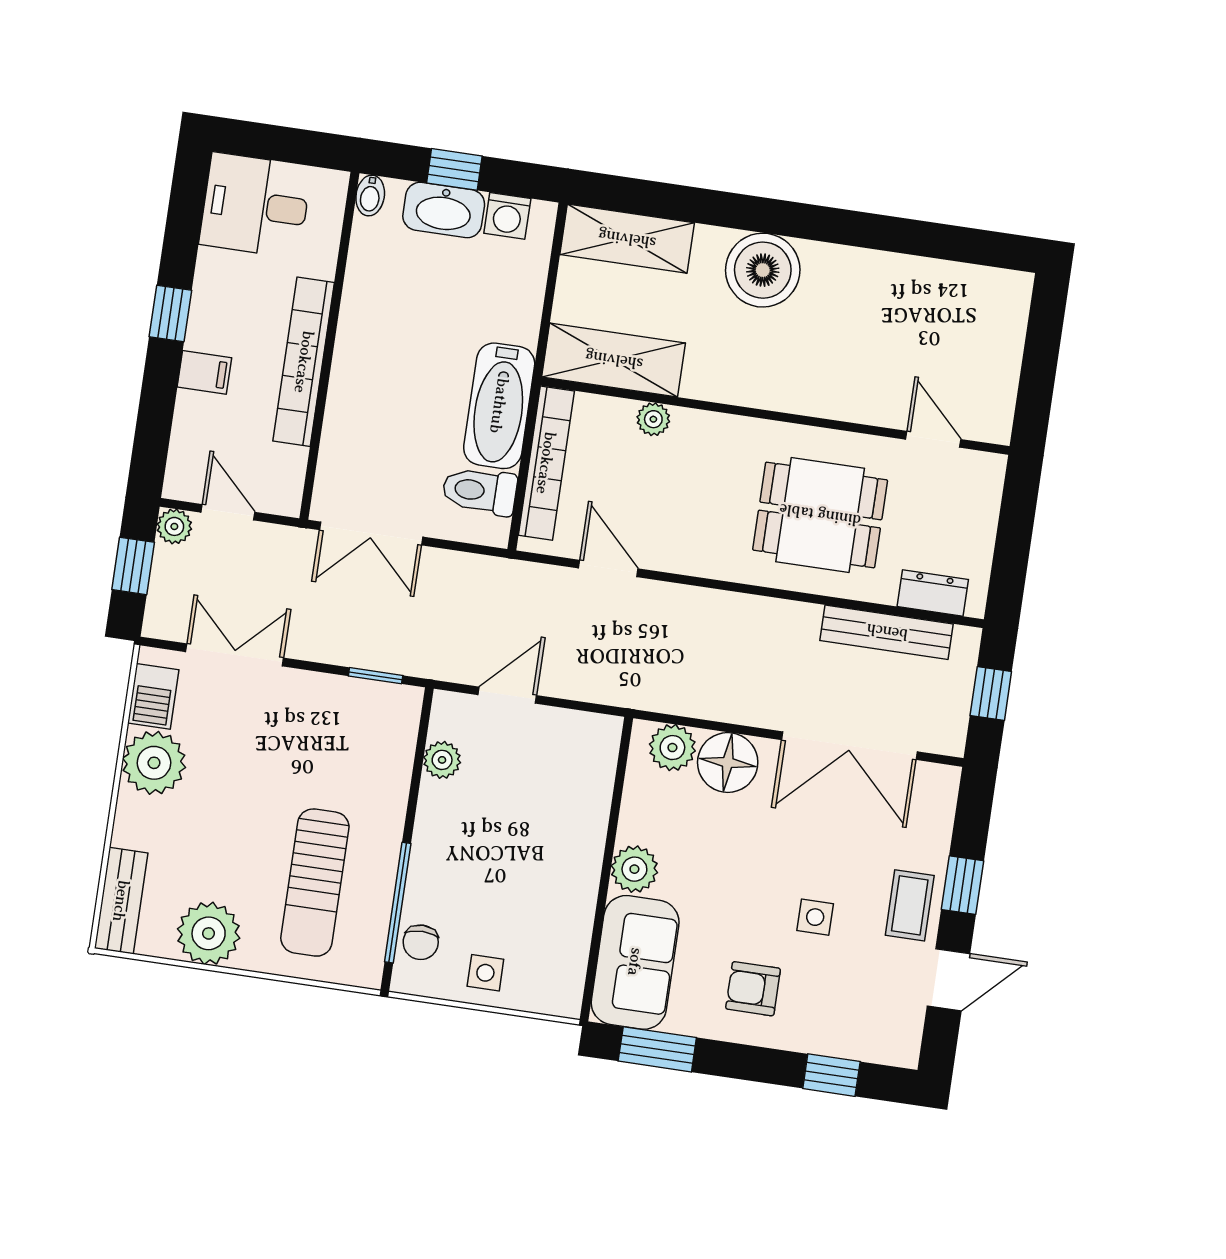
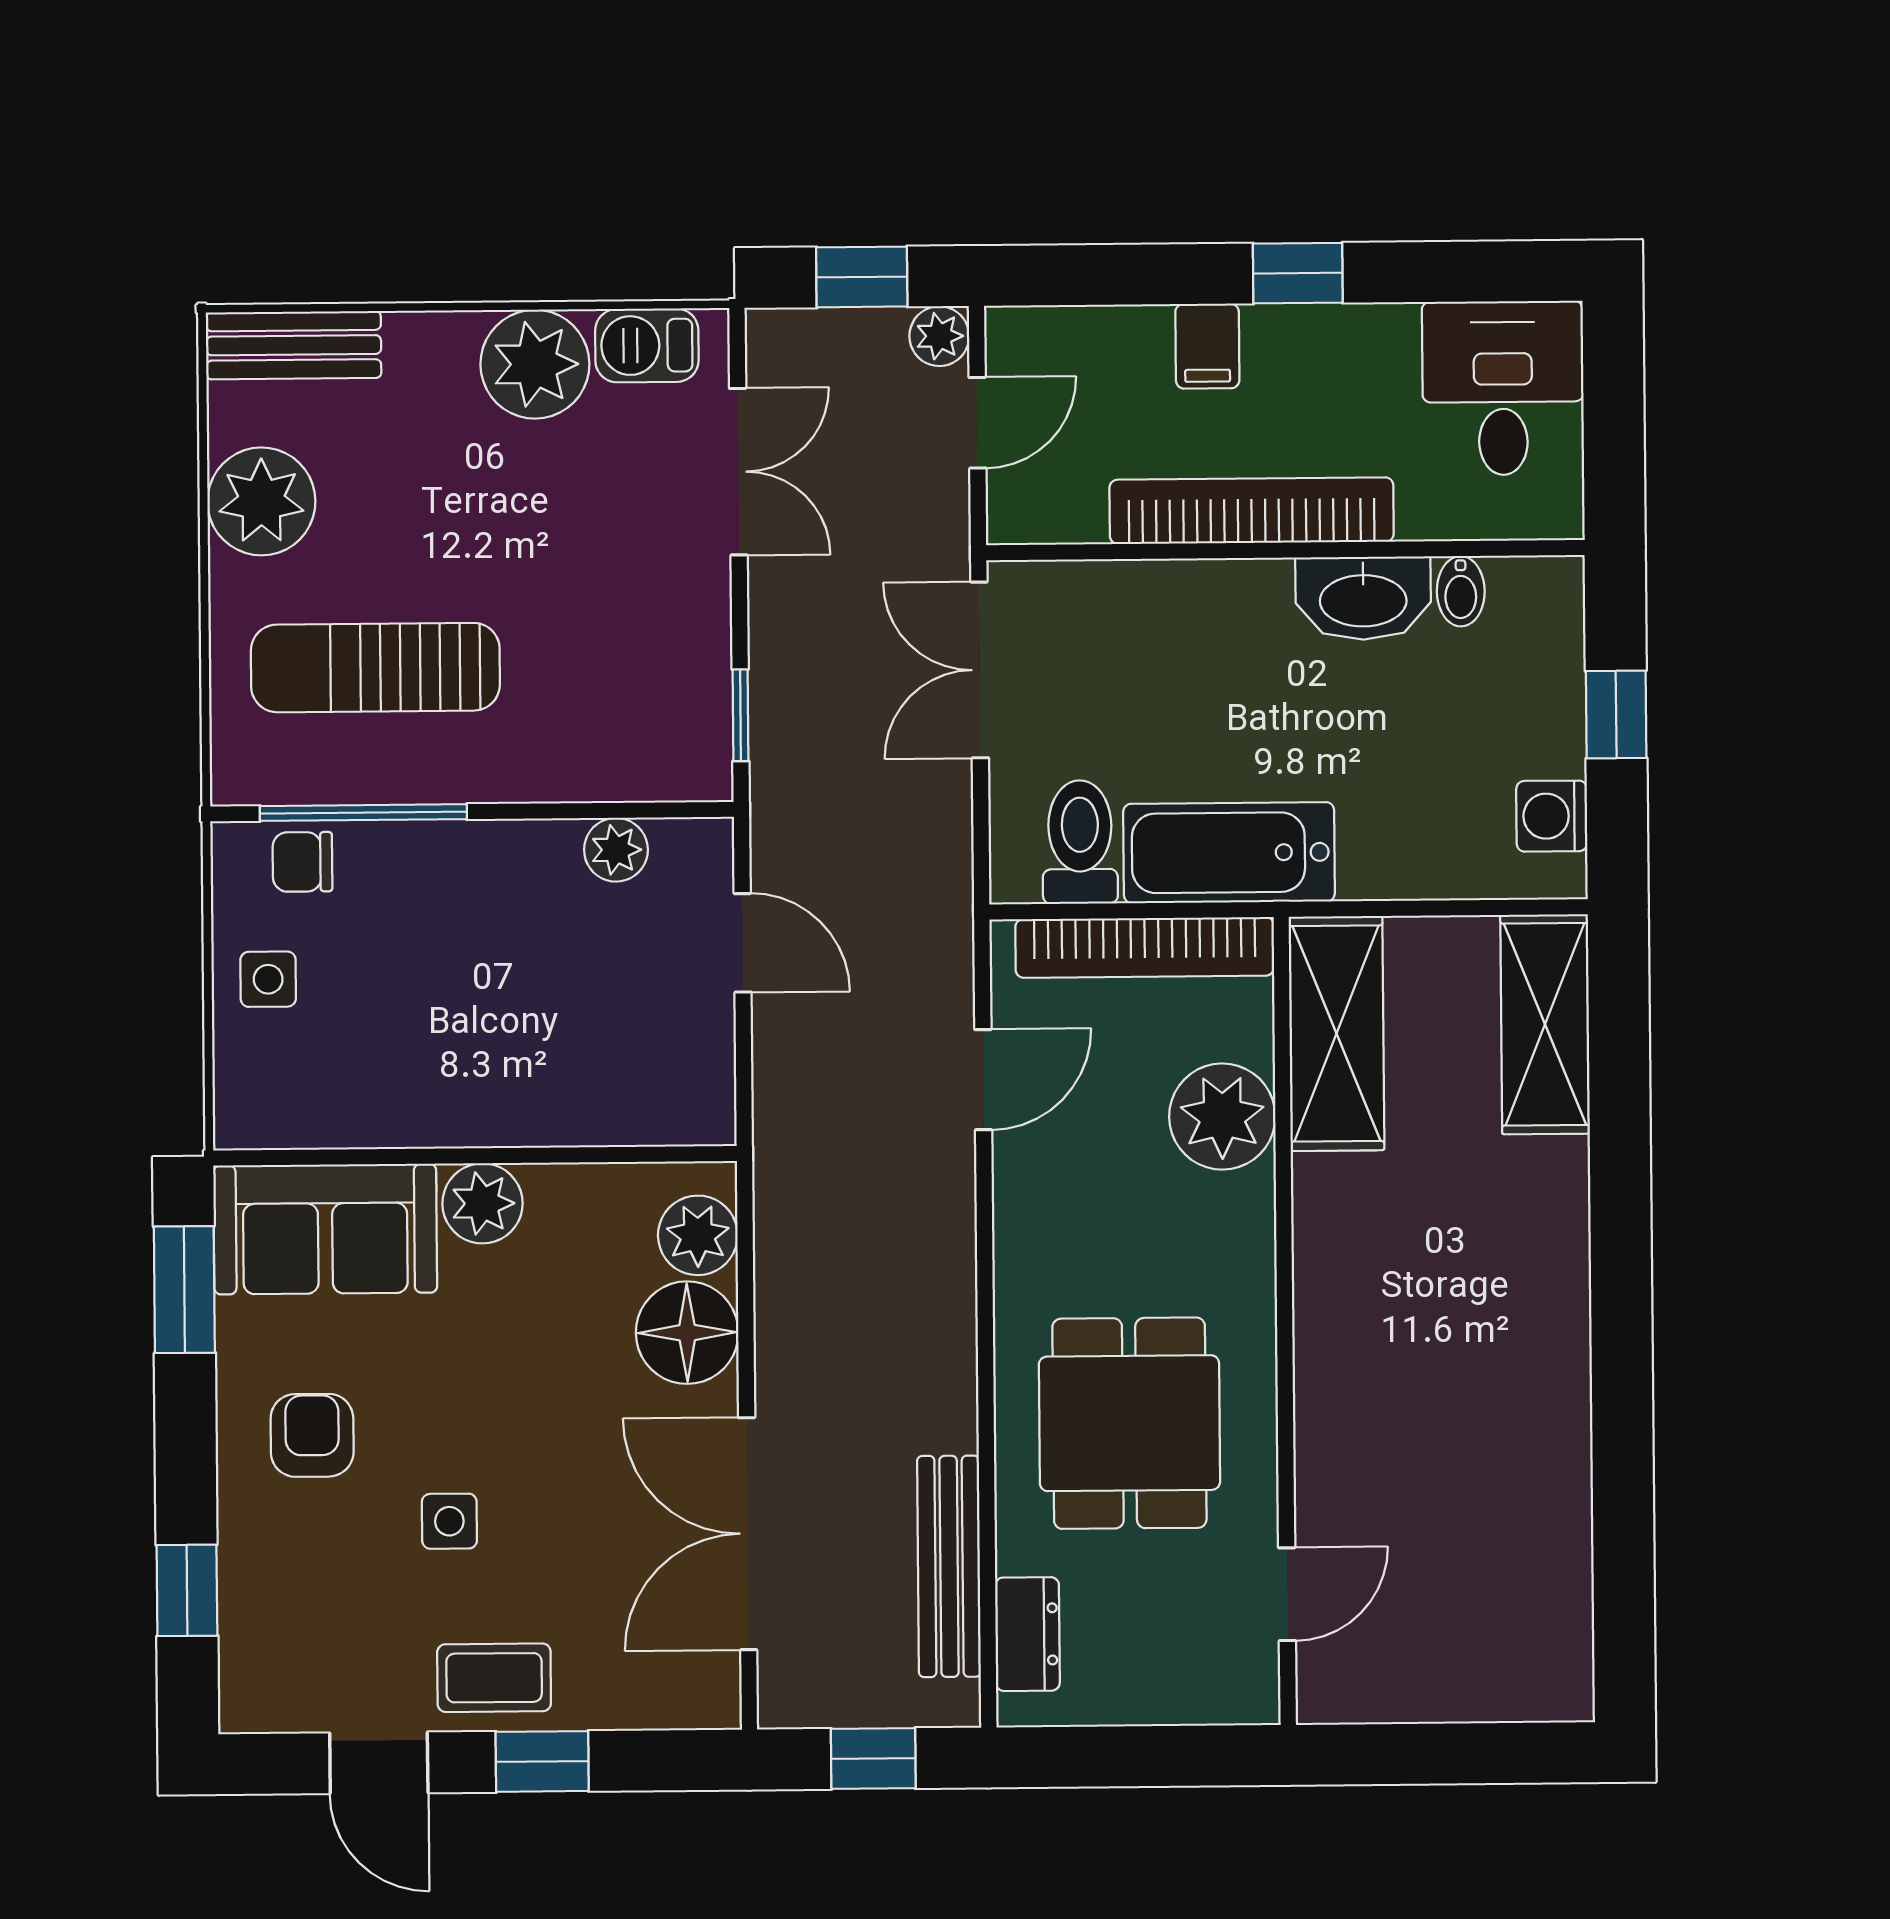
bidet: (370, 196) -> (1461, 591), moved, turned -90
washbasin: (444, 210) -> (1363, 598), moved, turned -90
boiler: (763, 270) -> (1528, 1262), removed
plant: (653, 419) -> (1222, 1117), width x1.87, depth x1.87

